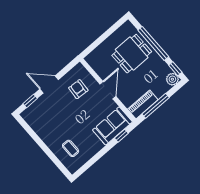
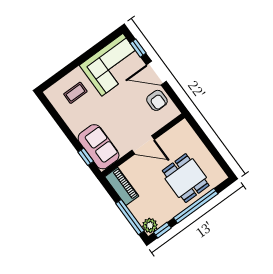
door: (49, 84) -> (156, 73), swing flipped
armchair: (78, 89) -> (157, 100), moved, turned 86
window: (156, 106) -> (130, 217), moved
corner sofa: (45, 121) -> (112, 65), added

